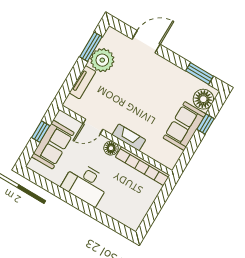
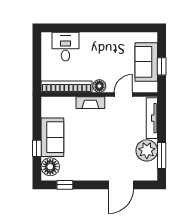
window: (200, 74) -> (65, 185), width x0.67
tv unit: (82, 82) -> (152, 118), width x1.41
desk: (86, 184) -> (65, 47), moved, width x0.73

